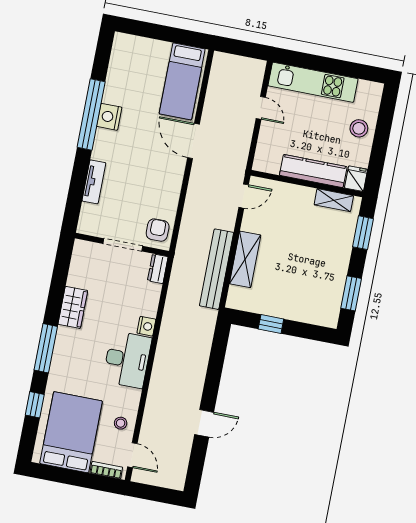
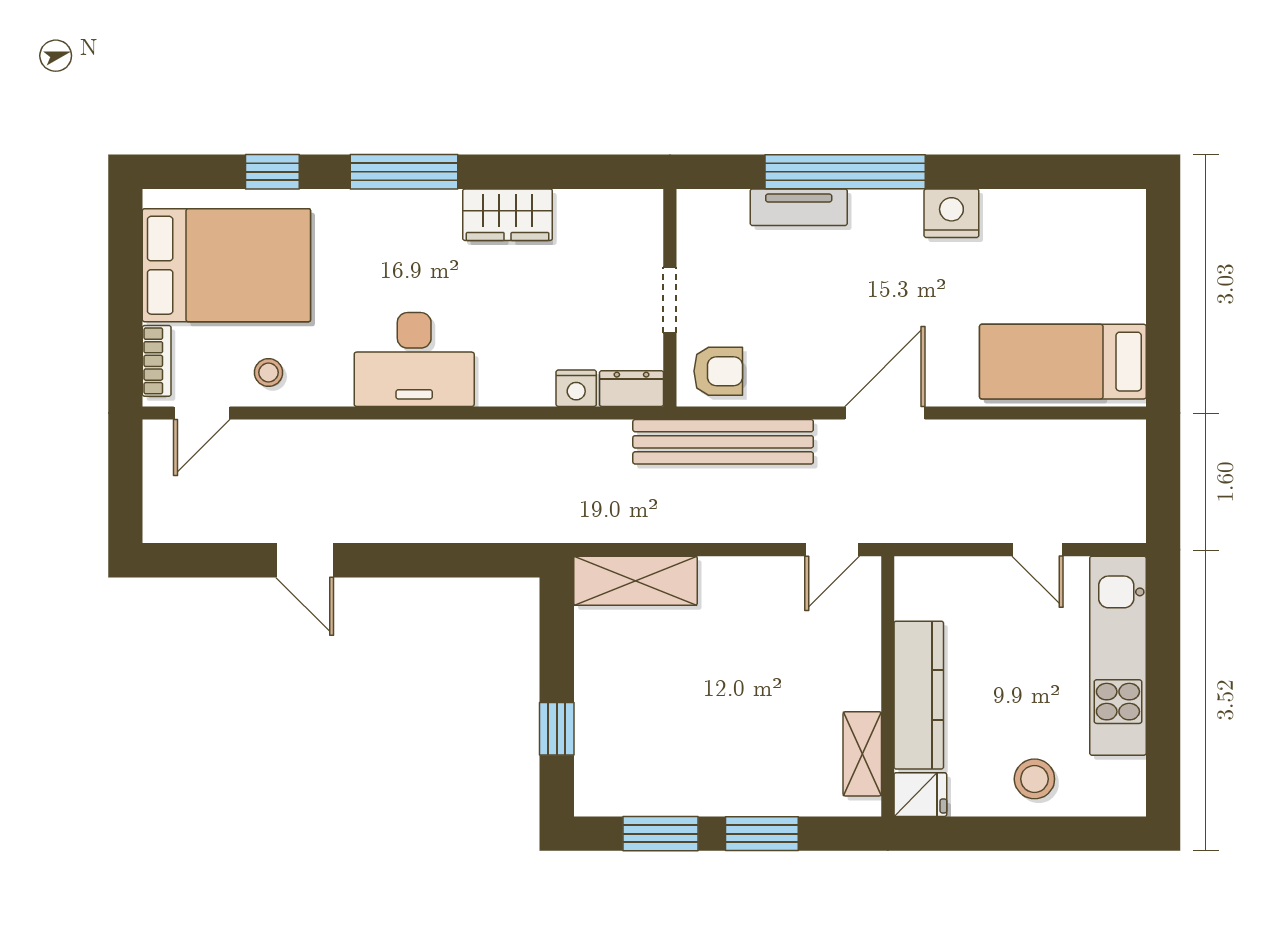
door: (261, 108) -> (1038, 550), hinge flipped
window: (91, 115) -> (845, 172), moved
door: (193, 141) -> (885, 413), moved
door: (244, 196) -> (832, 550), hinge flipped
window: (363, 233) -> (762, 834), moved
doorway: (123, 245) -> (670, 300), width x0.73
shelving: (245, 259) -> (635, 581), moved
bench: (217, 269) -> (723, 442), moved
window: (271, 324) -> (557, 729), moved
nightstand: (146, 326) -> (576, 388), moved

